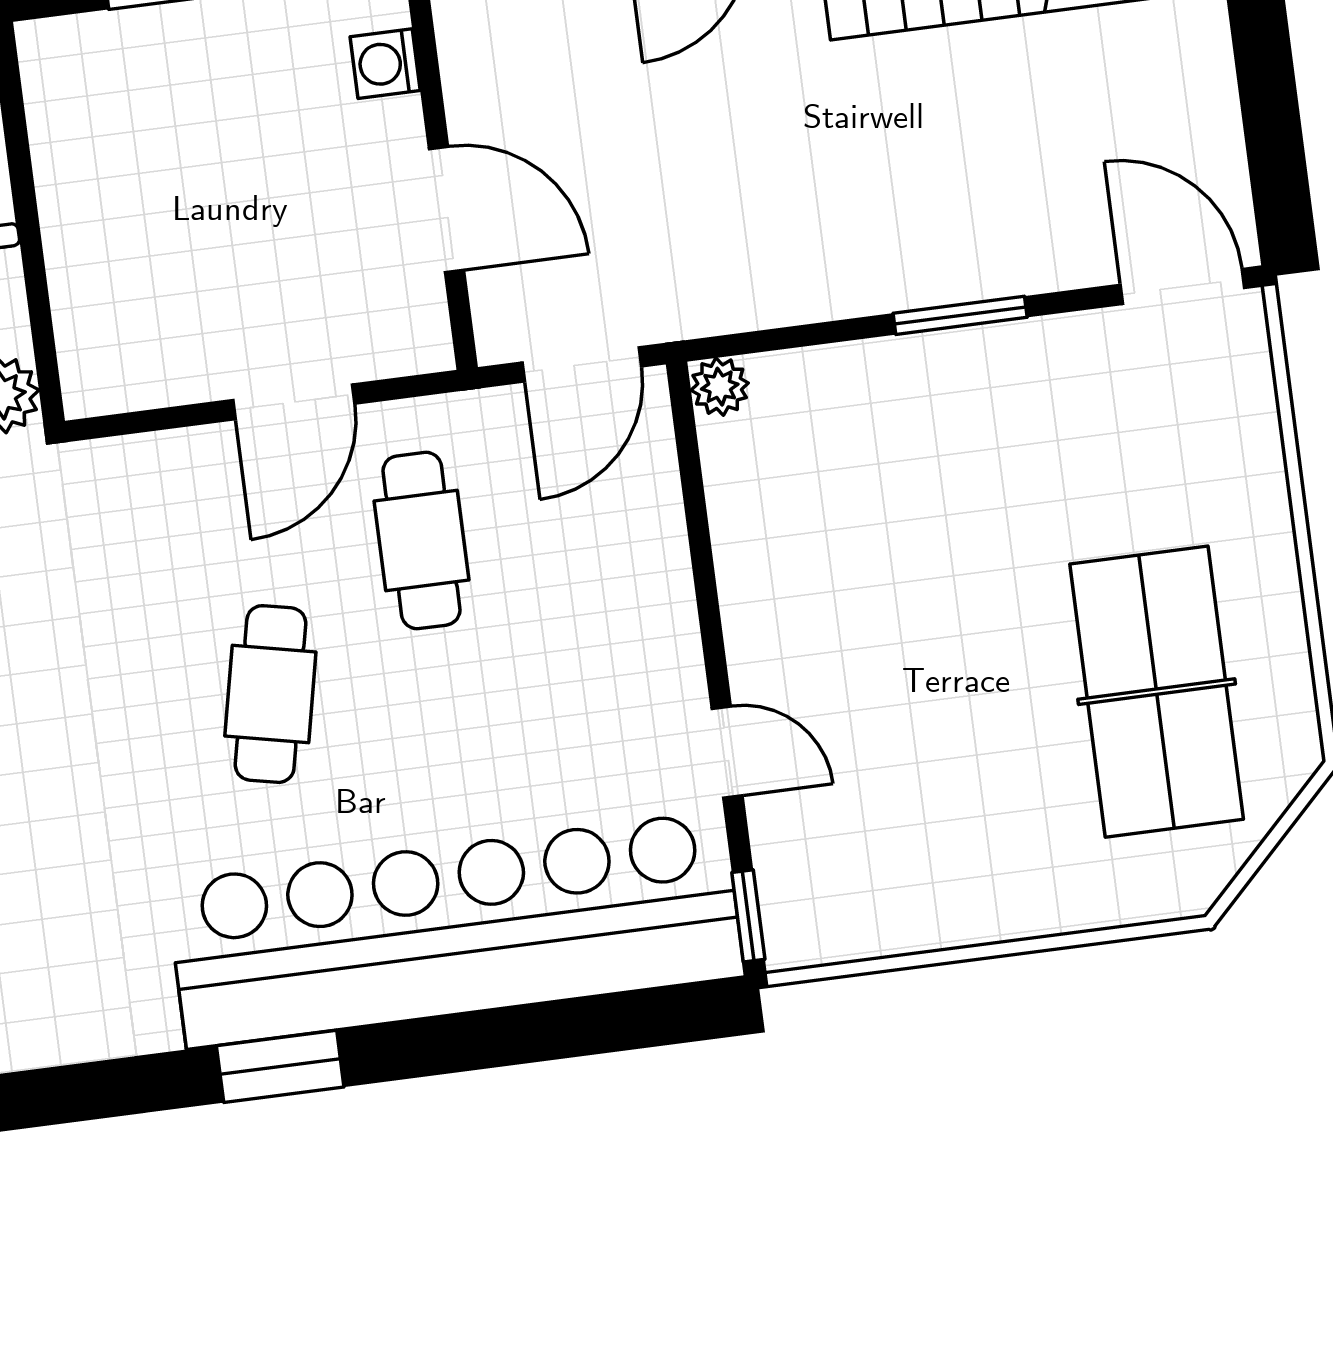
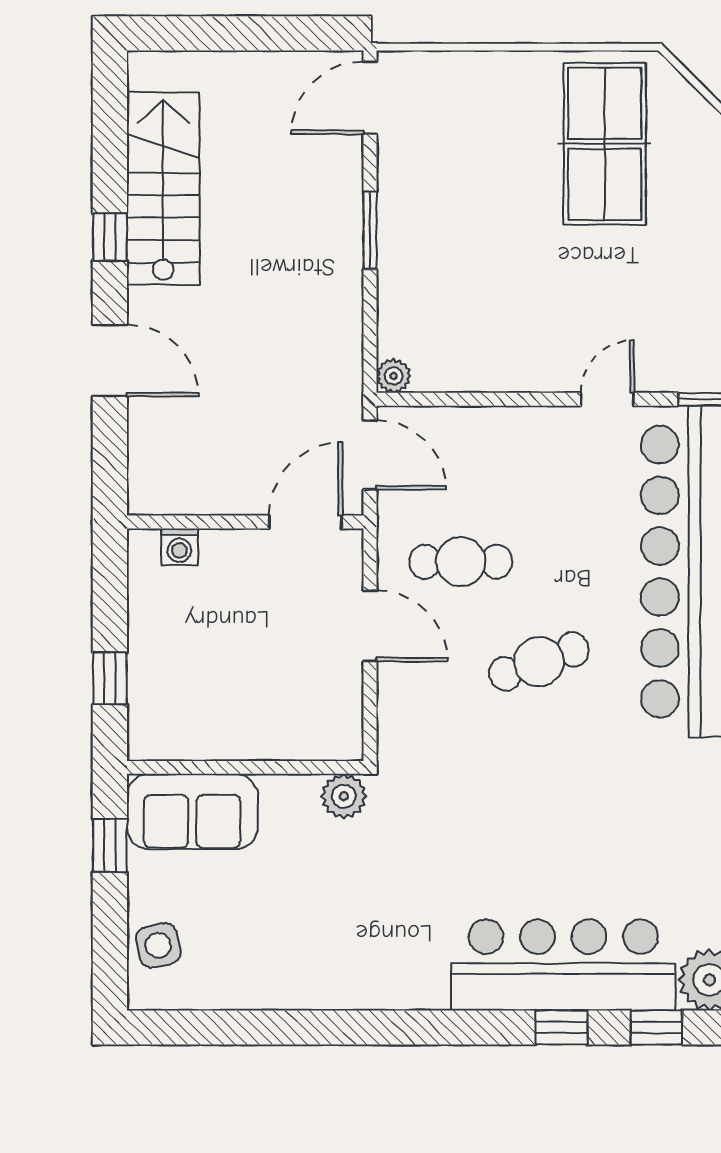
door: (447, 209) -> (306, 522), moved
table tennis table: (1157, 692) -> (605, 144), turned 90
cafe table: (270, 694) -> (539, 662), turned -32

